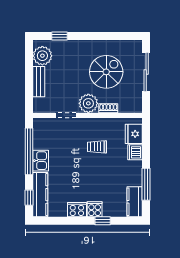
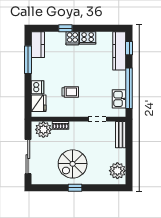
window: (59, 36) -> (75, 188), moved
spiral stairs: (106, 72) -> (73, 164), moved
bench: (39, 82) -> (121, 135), moved
plant: (88, 103) -> (43, 130), moved
kitchen sink: (41, 161) -> (119, 99), moved

